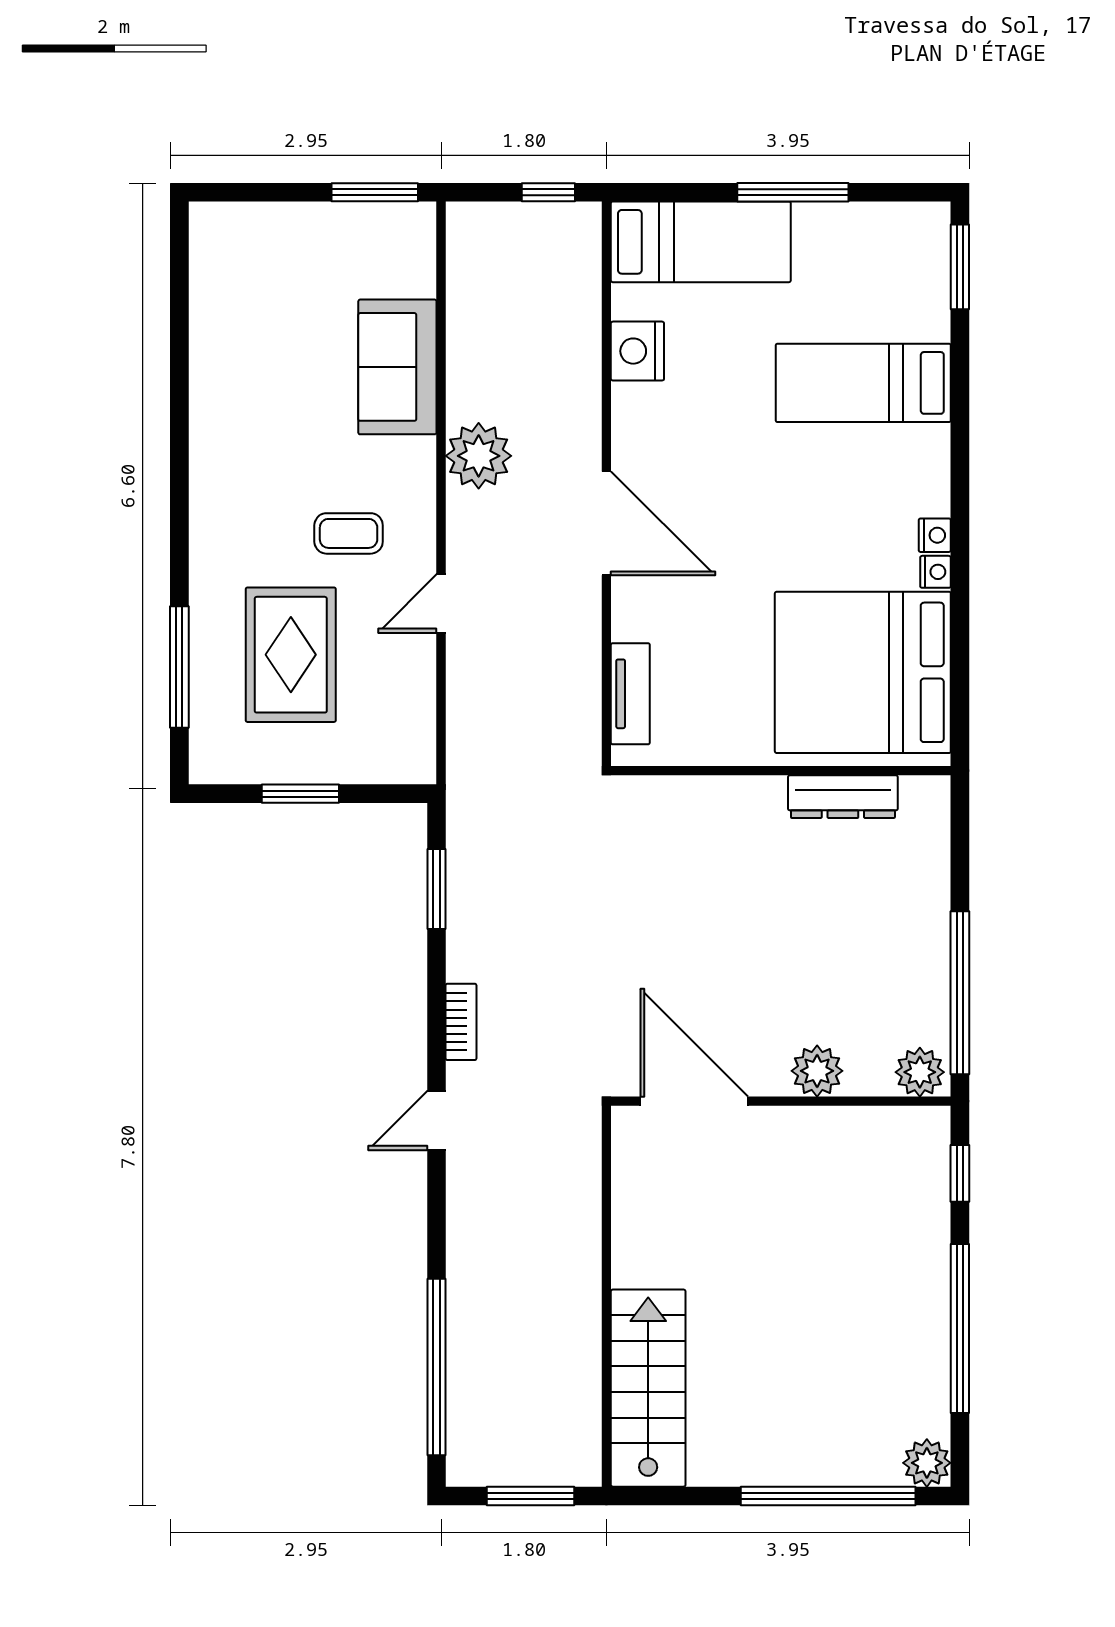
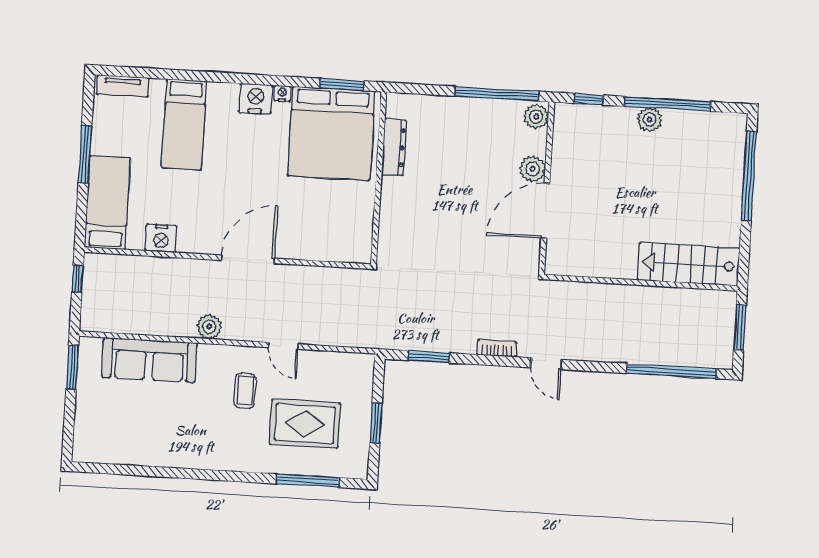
window: (960, 267) -> (342, 85), moved
sofa: (397, 367) -> (149, 360), width x1.36
plant: (479, 456) -> (209, 327), width x0.73, depth x0.73
nightstand: (935, 535) -> (256, 99), width x1.89, depth x1.79
tv unit: (630, 694) -> (123, 86), moved, turned 180
door: (694, 1101) -> (545, 211), moved
plant: (927, 1463) -> (650, 120), moved

